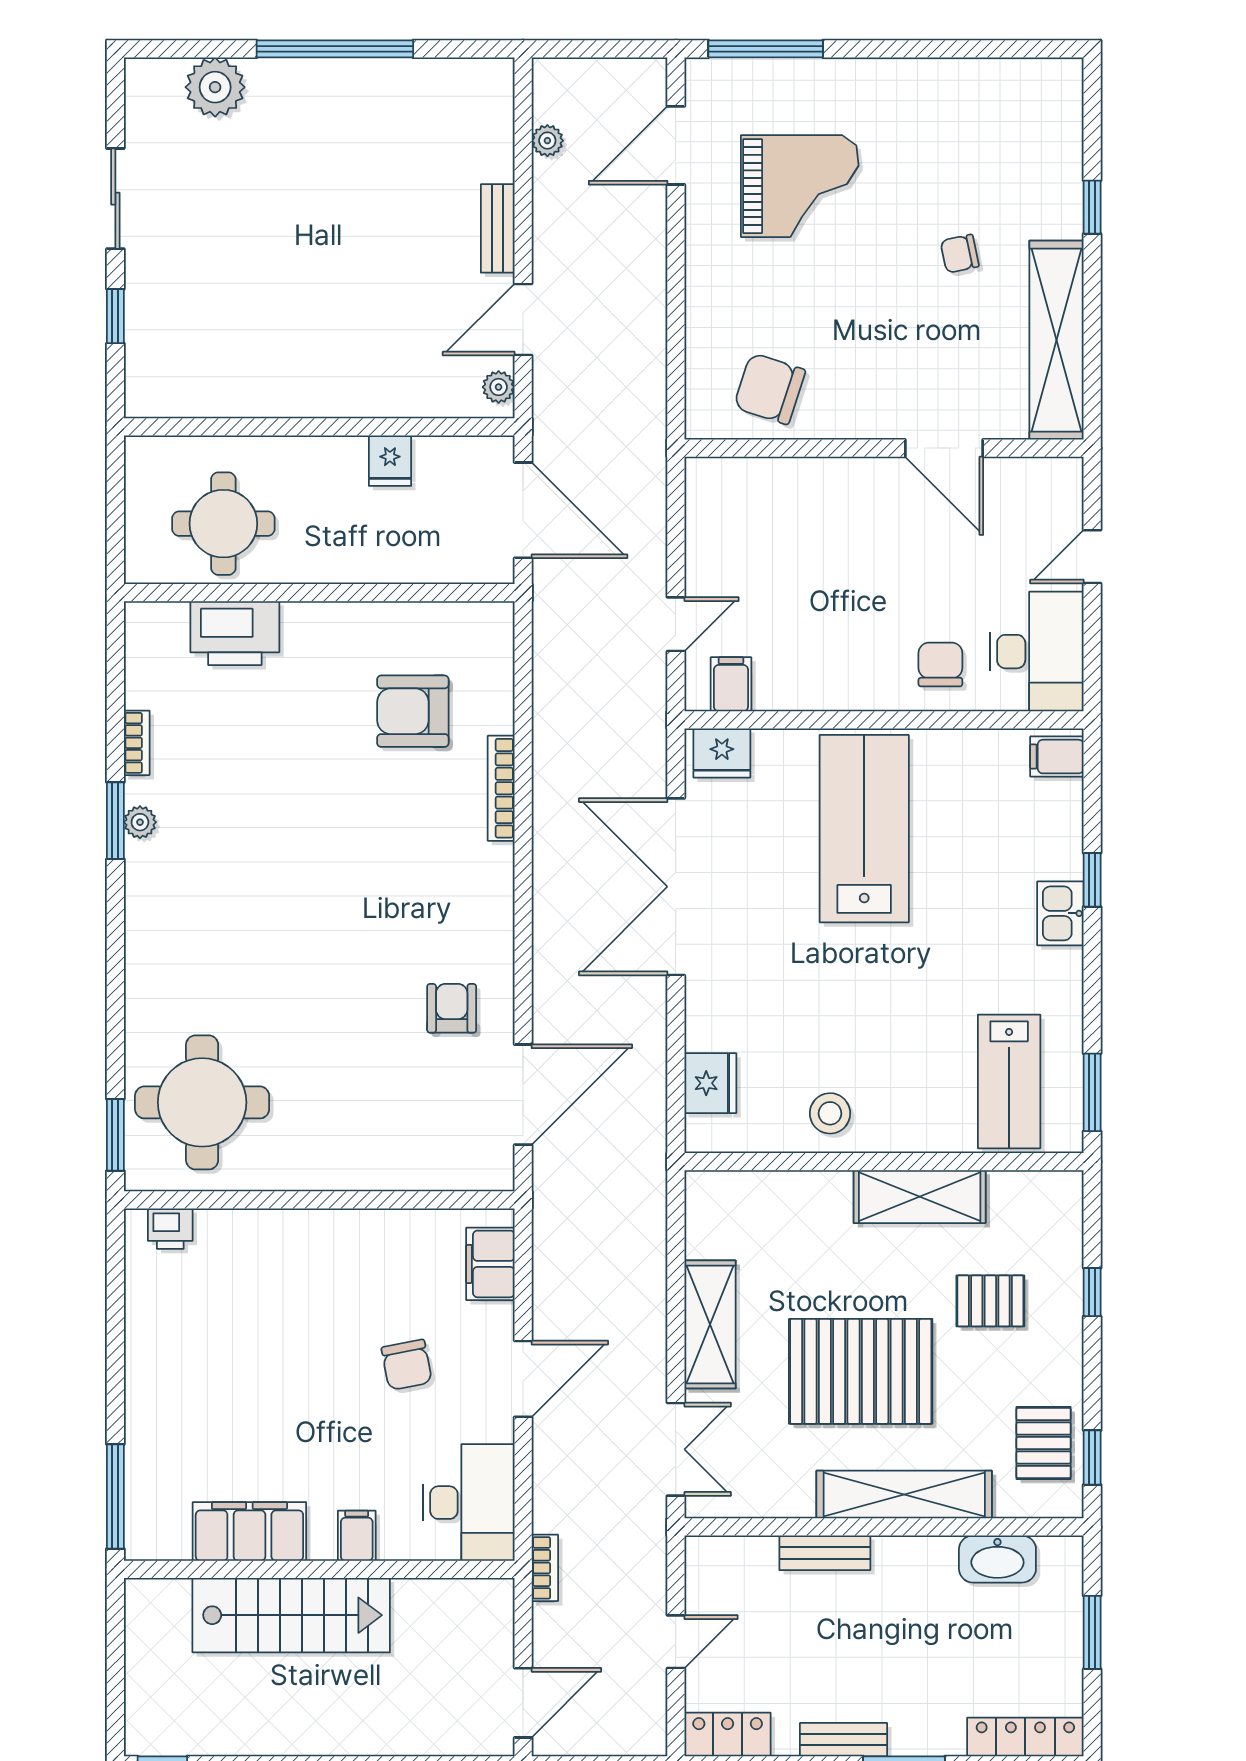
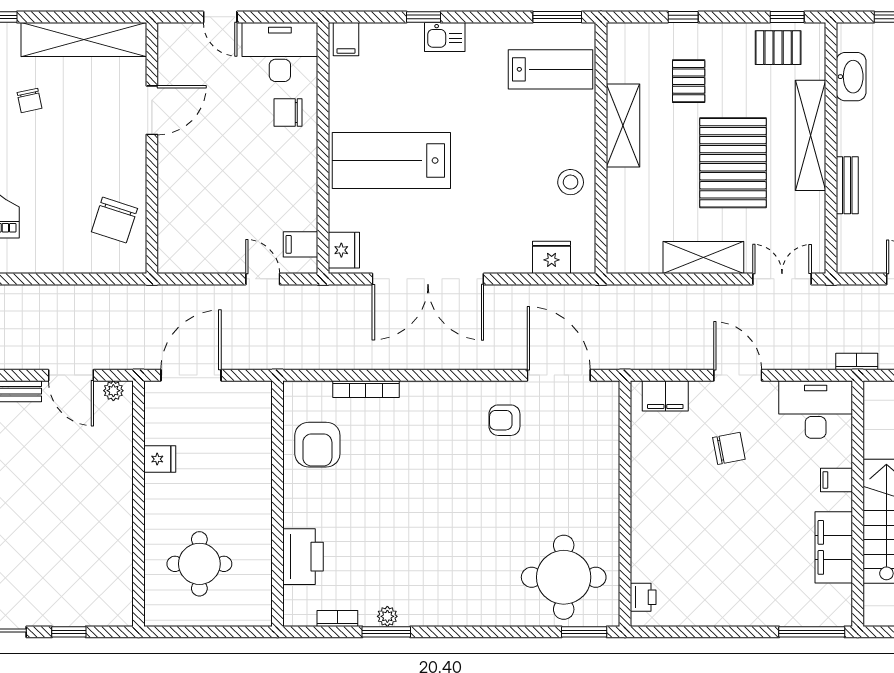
wall: (319, 593) -> (278, 504), moved
printer: (235, 633) -> (303, 557), moved

